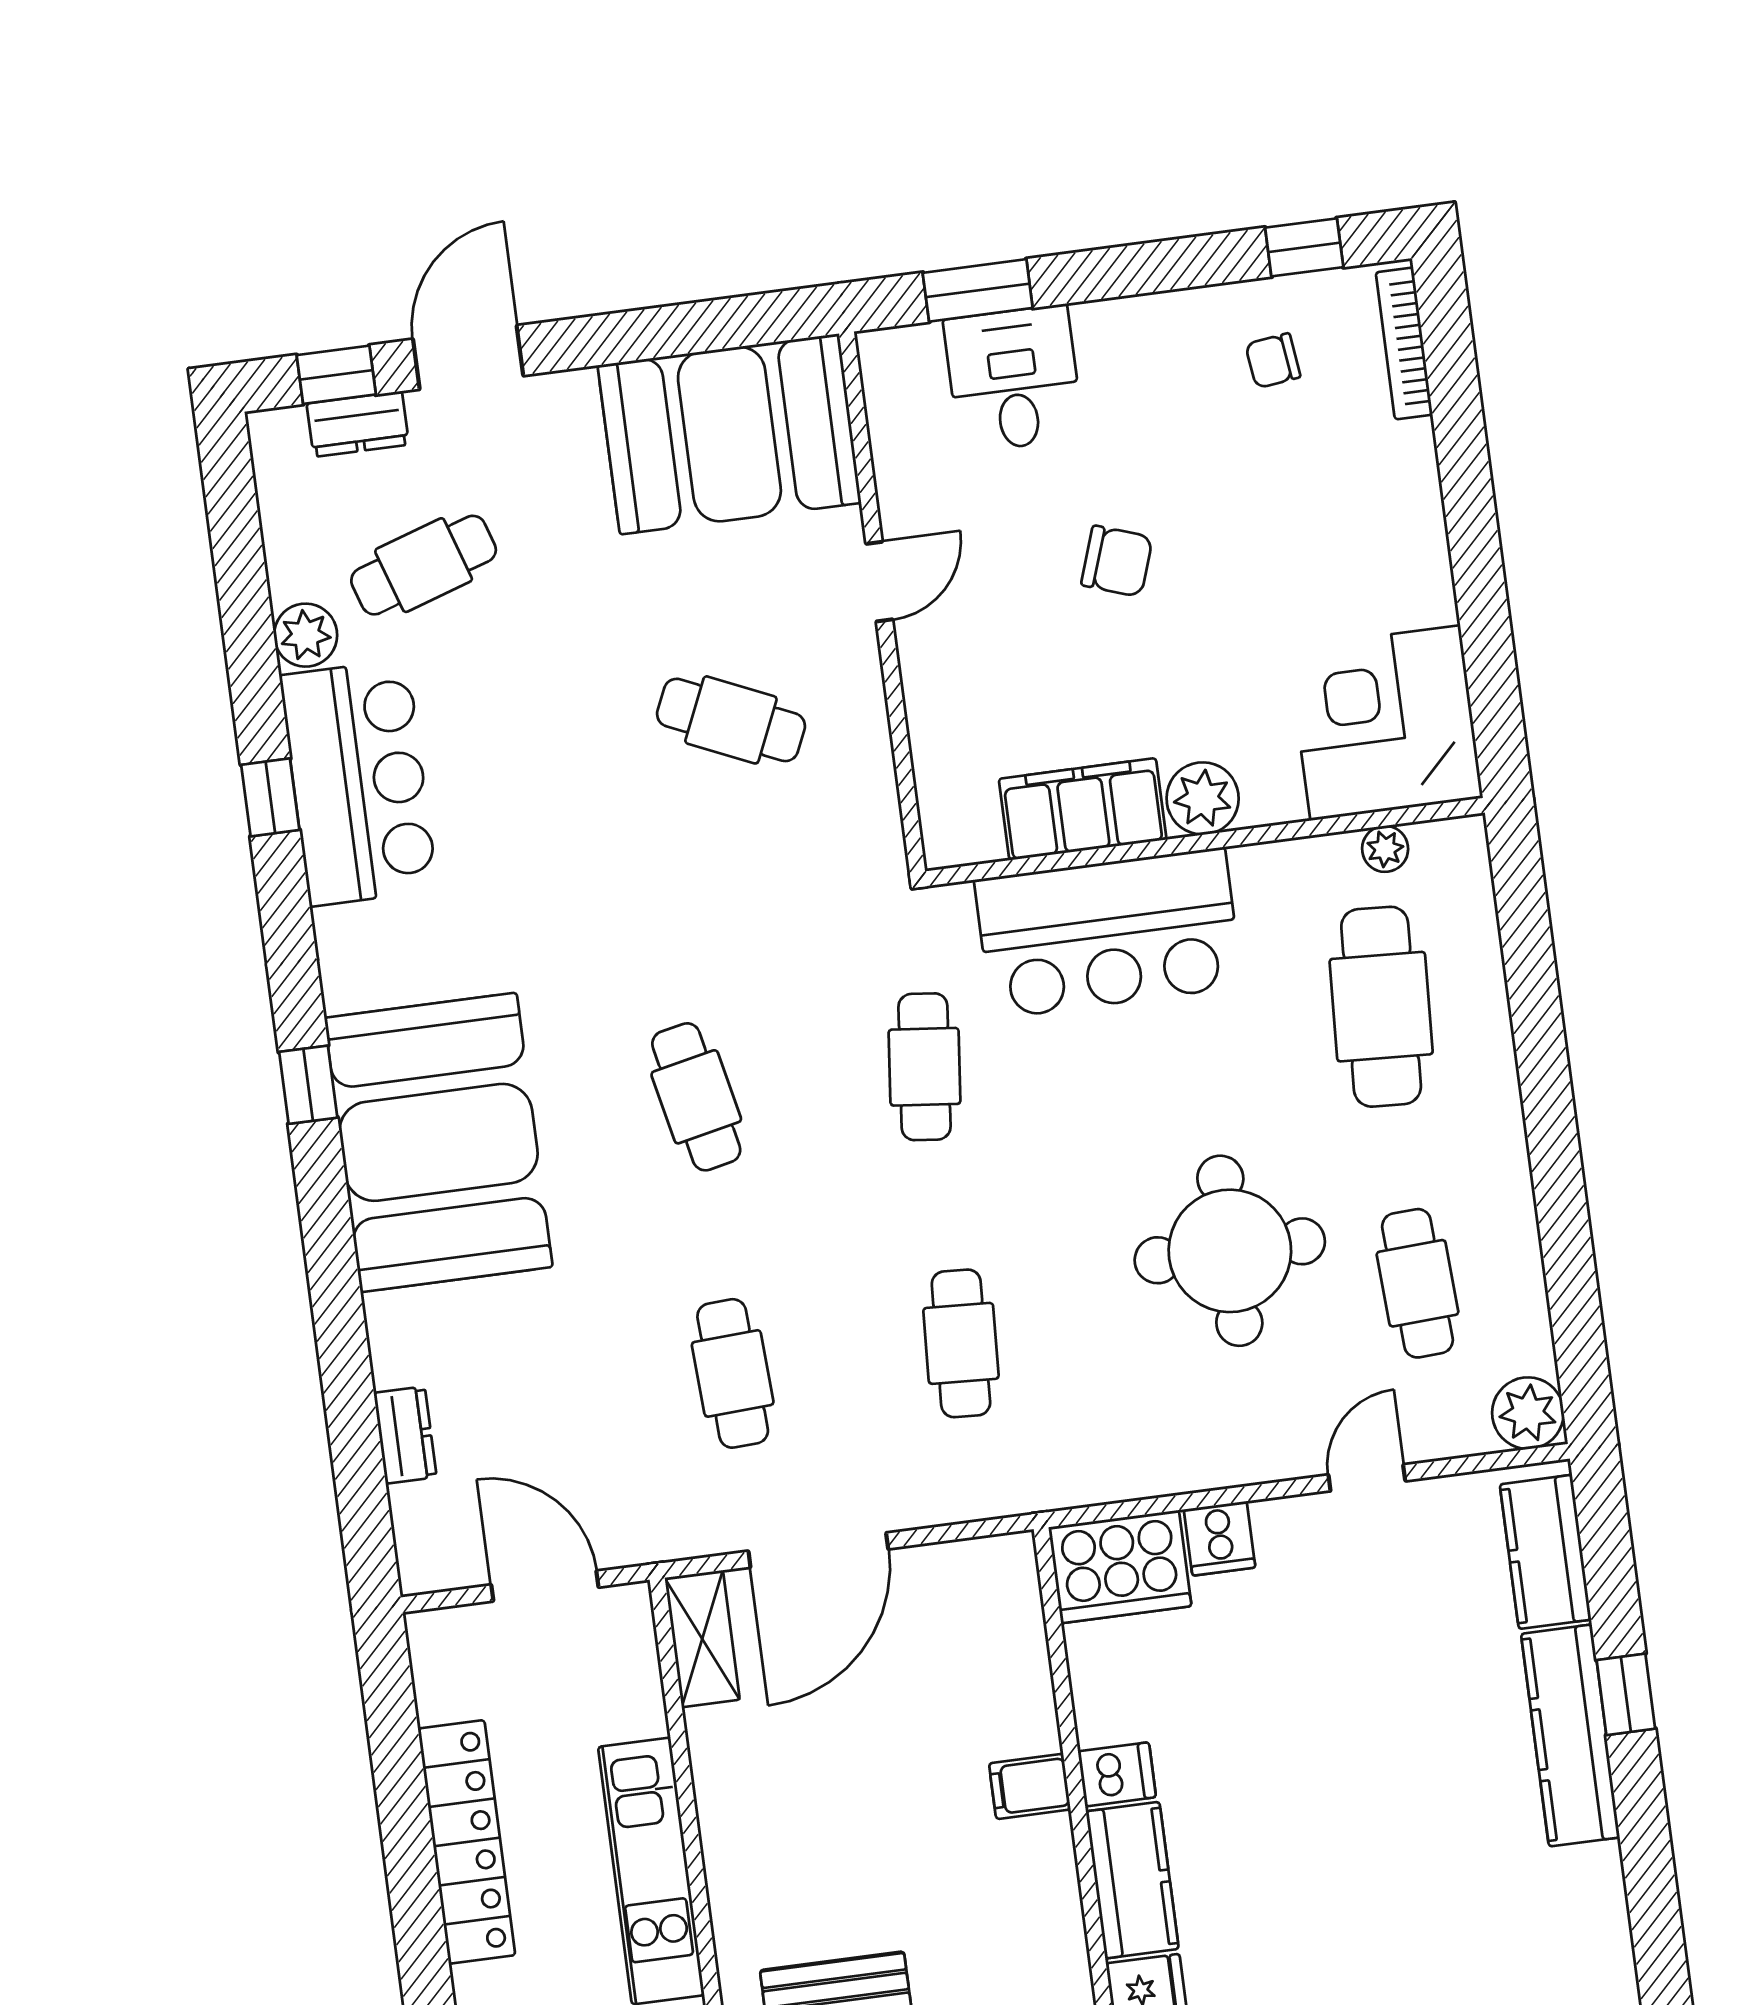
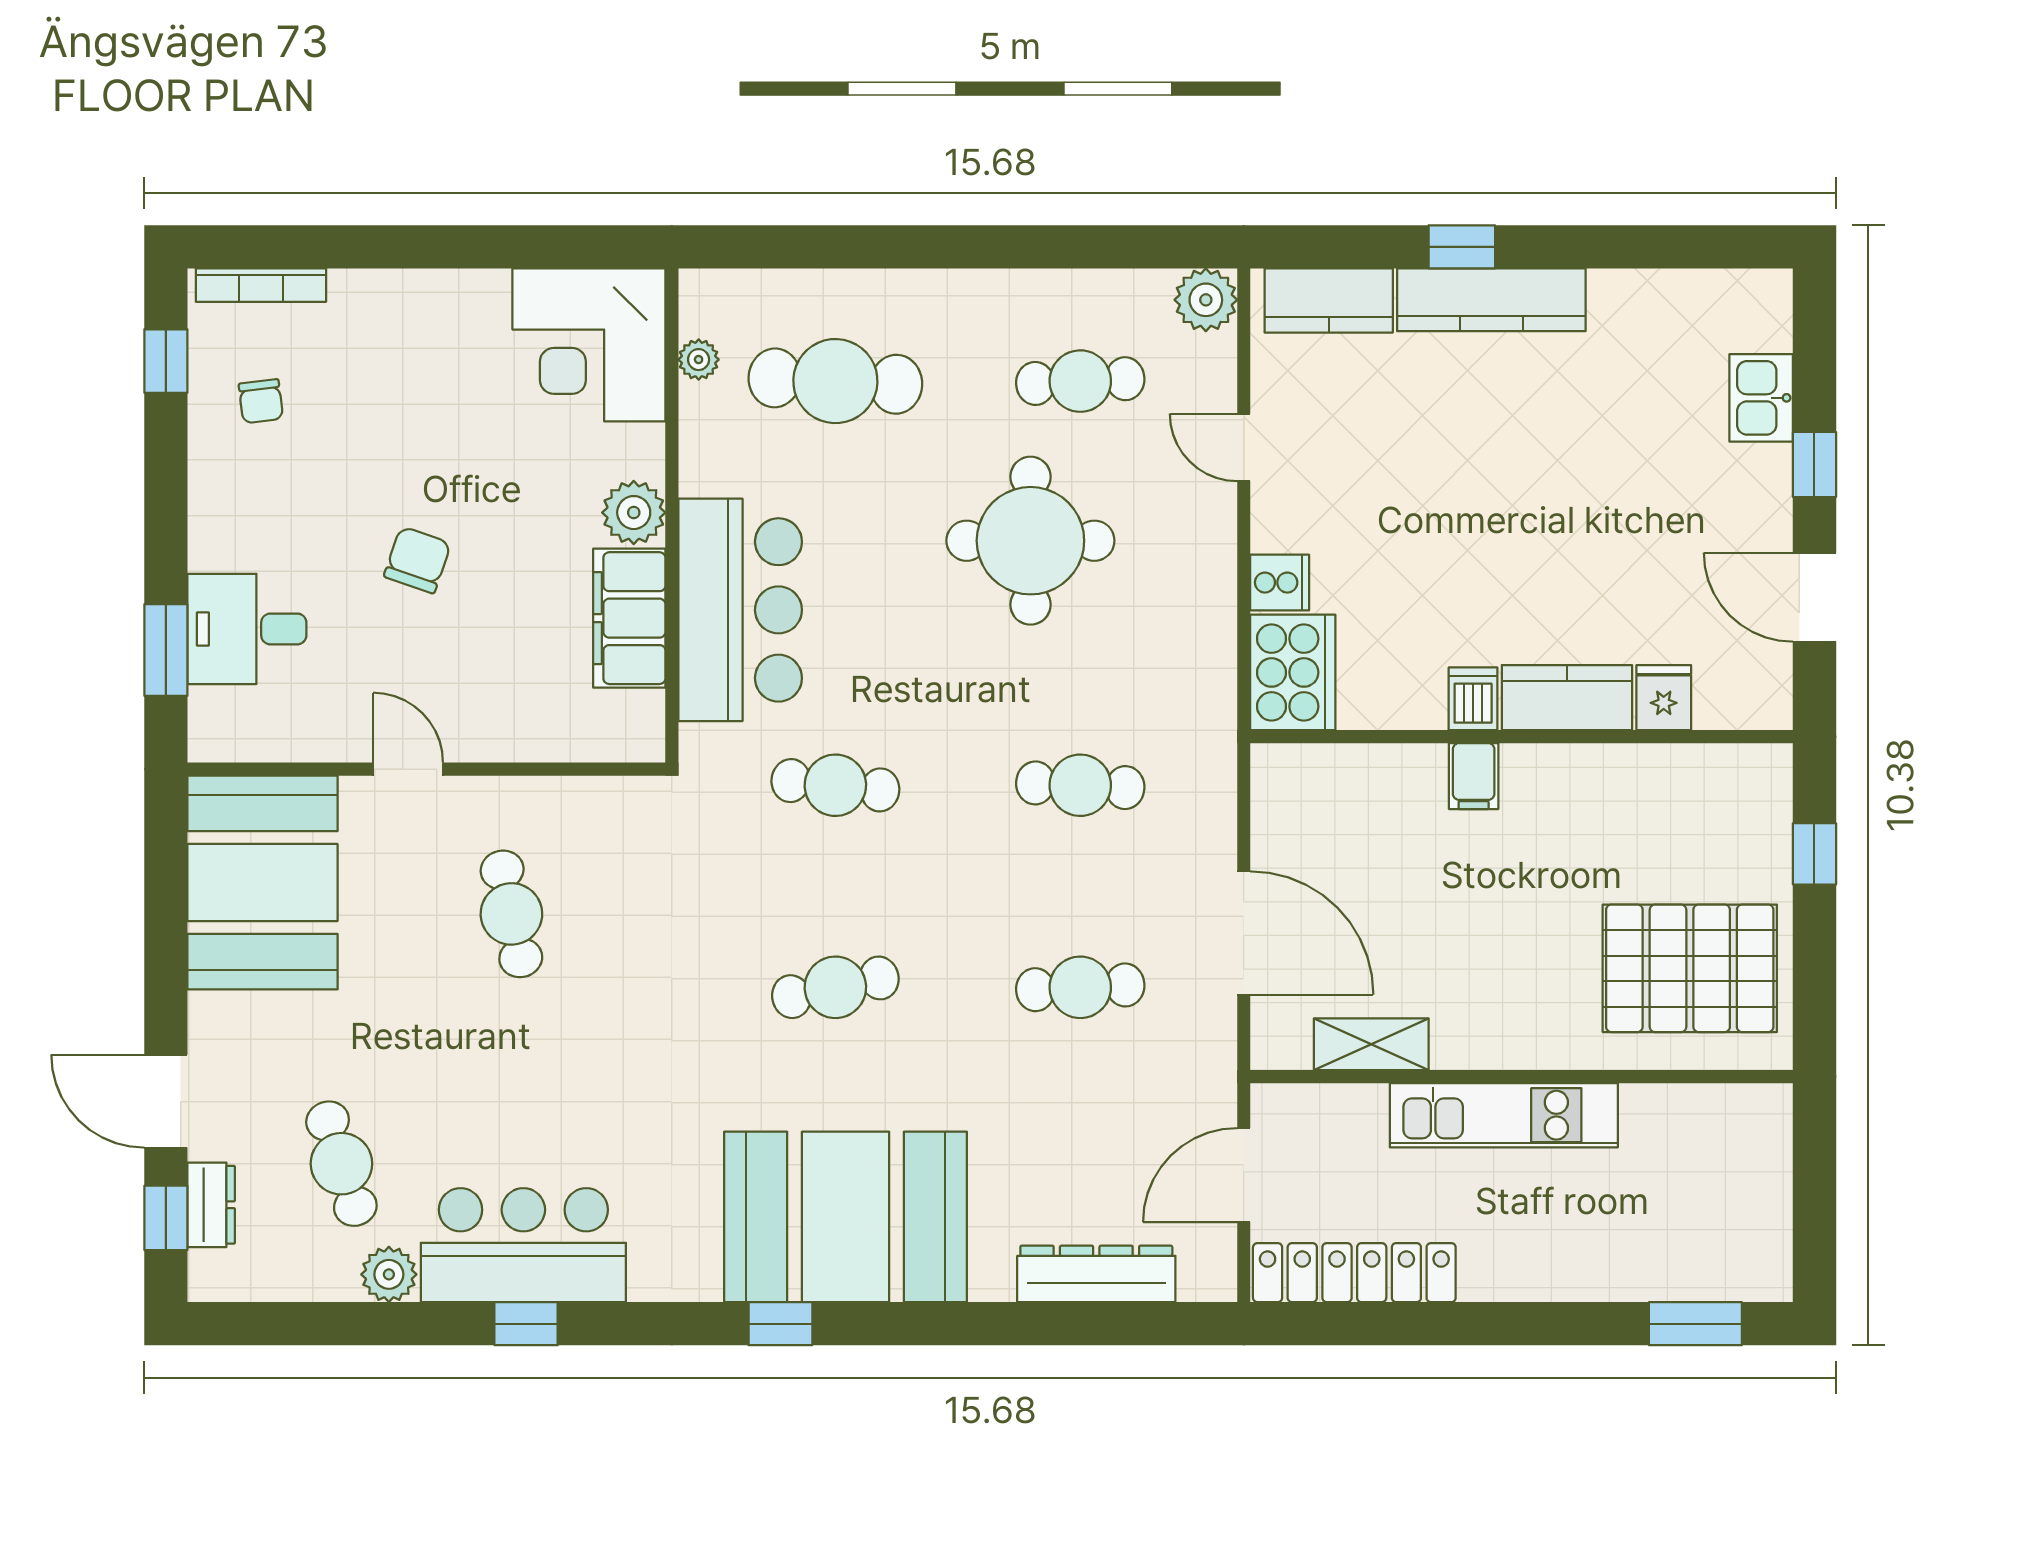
cafe table: (731, 720) -> (511, 914), turned -36
dresser: (405, 1435) -> (1096, 1274), width x1.96, depth x1.24
shelving: (702, 1639) -> (1371, 1044), moved
locker: (466, 1842) -> (1354, 1273), moved

